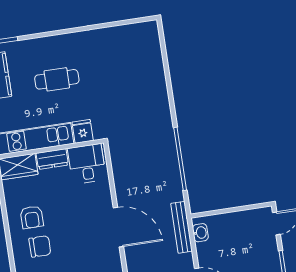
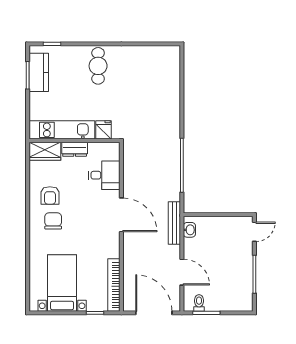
cafe table: (57, 79) -> (98, 66), moved, turned 90
desk: (87, 164) -> (104, 175), moved, turned 90
chair: (40, 246) -> (53, 221), turned -90

